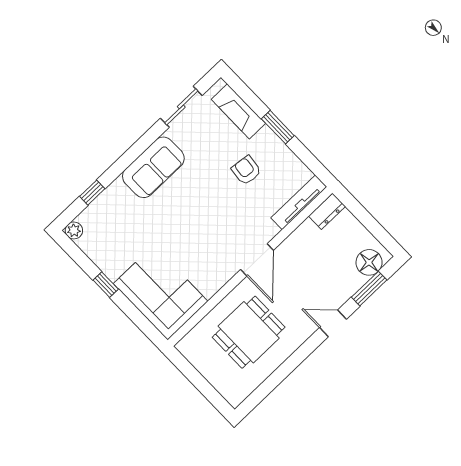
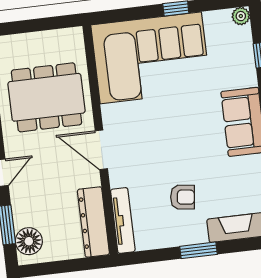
dresser: (327, 211) -> (93, 222), width x1.96, depth x1.24
corner sofa: (161, 293) -> (151, 58), width x1.36, depth x1.36
dining table: (249, 332) -> (47, 97), width x1.38

